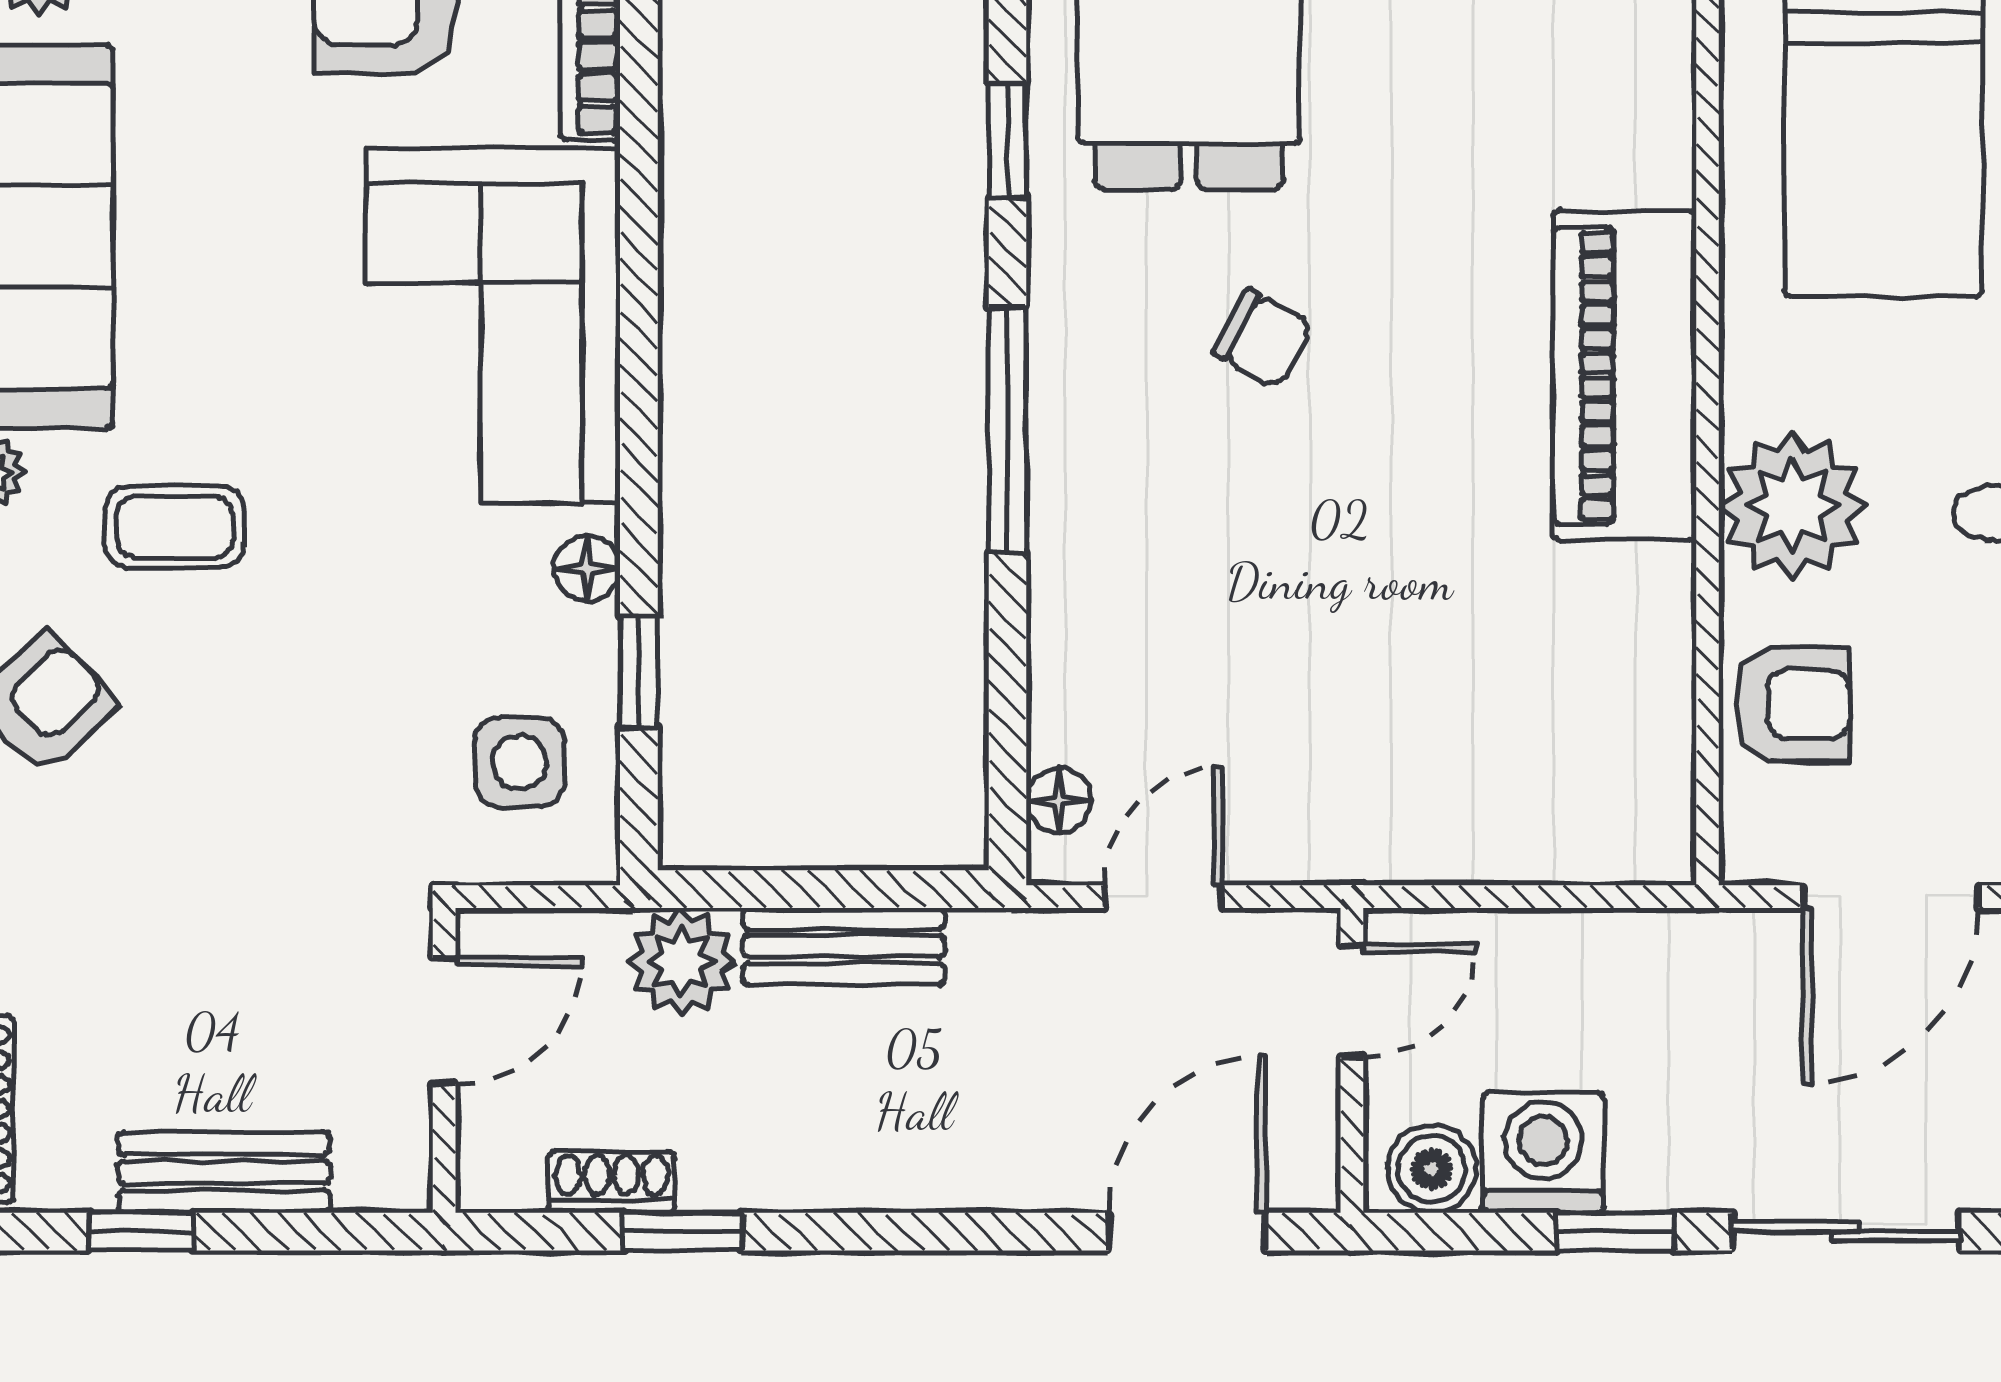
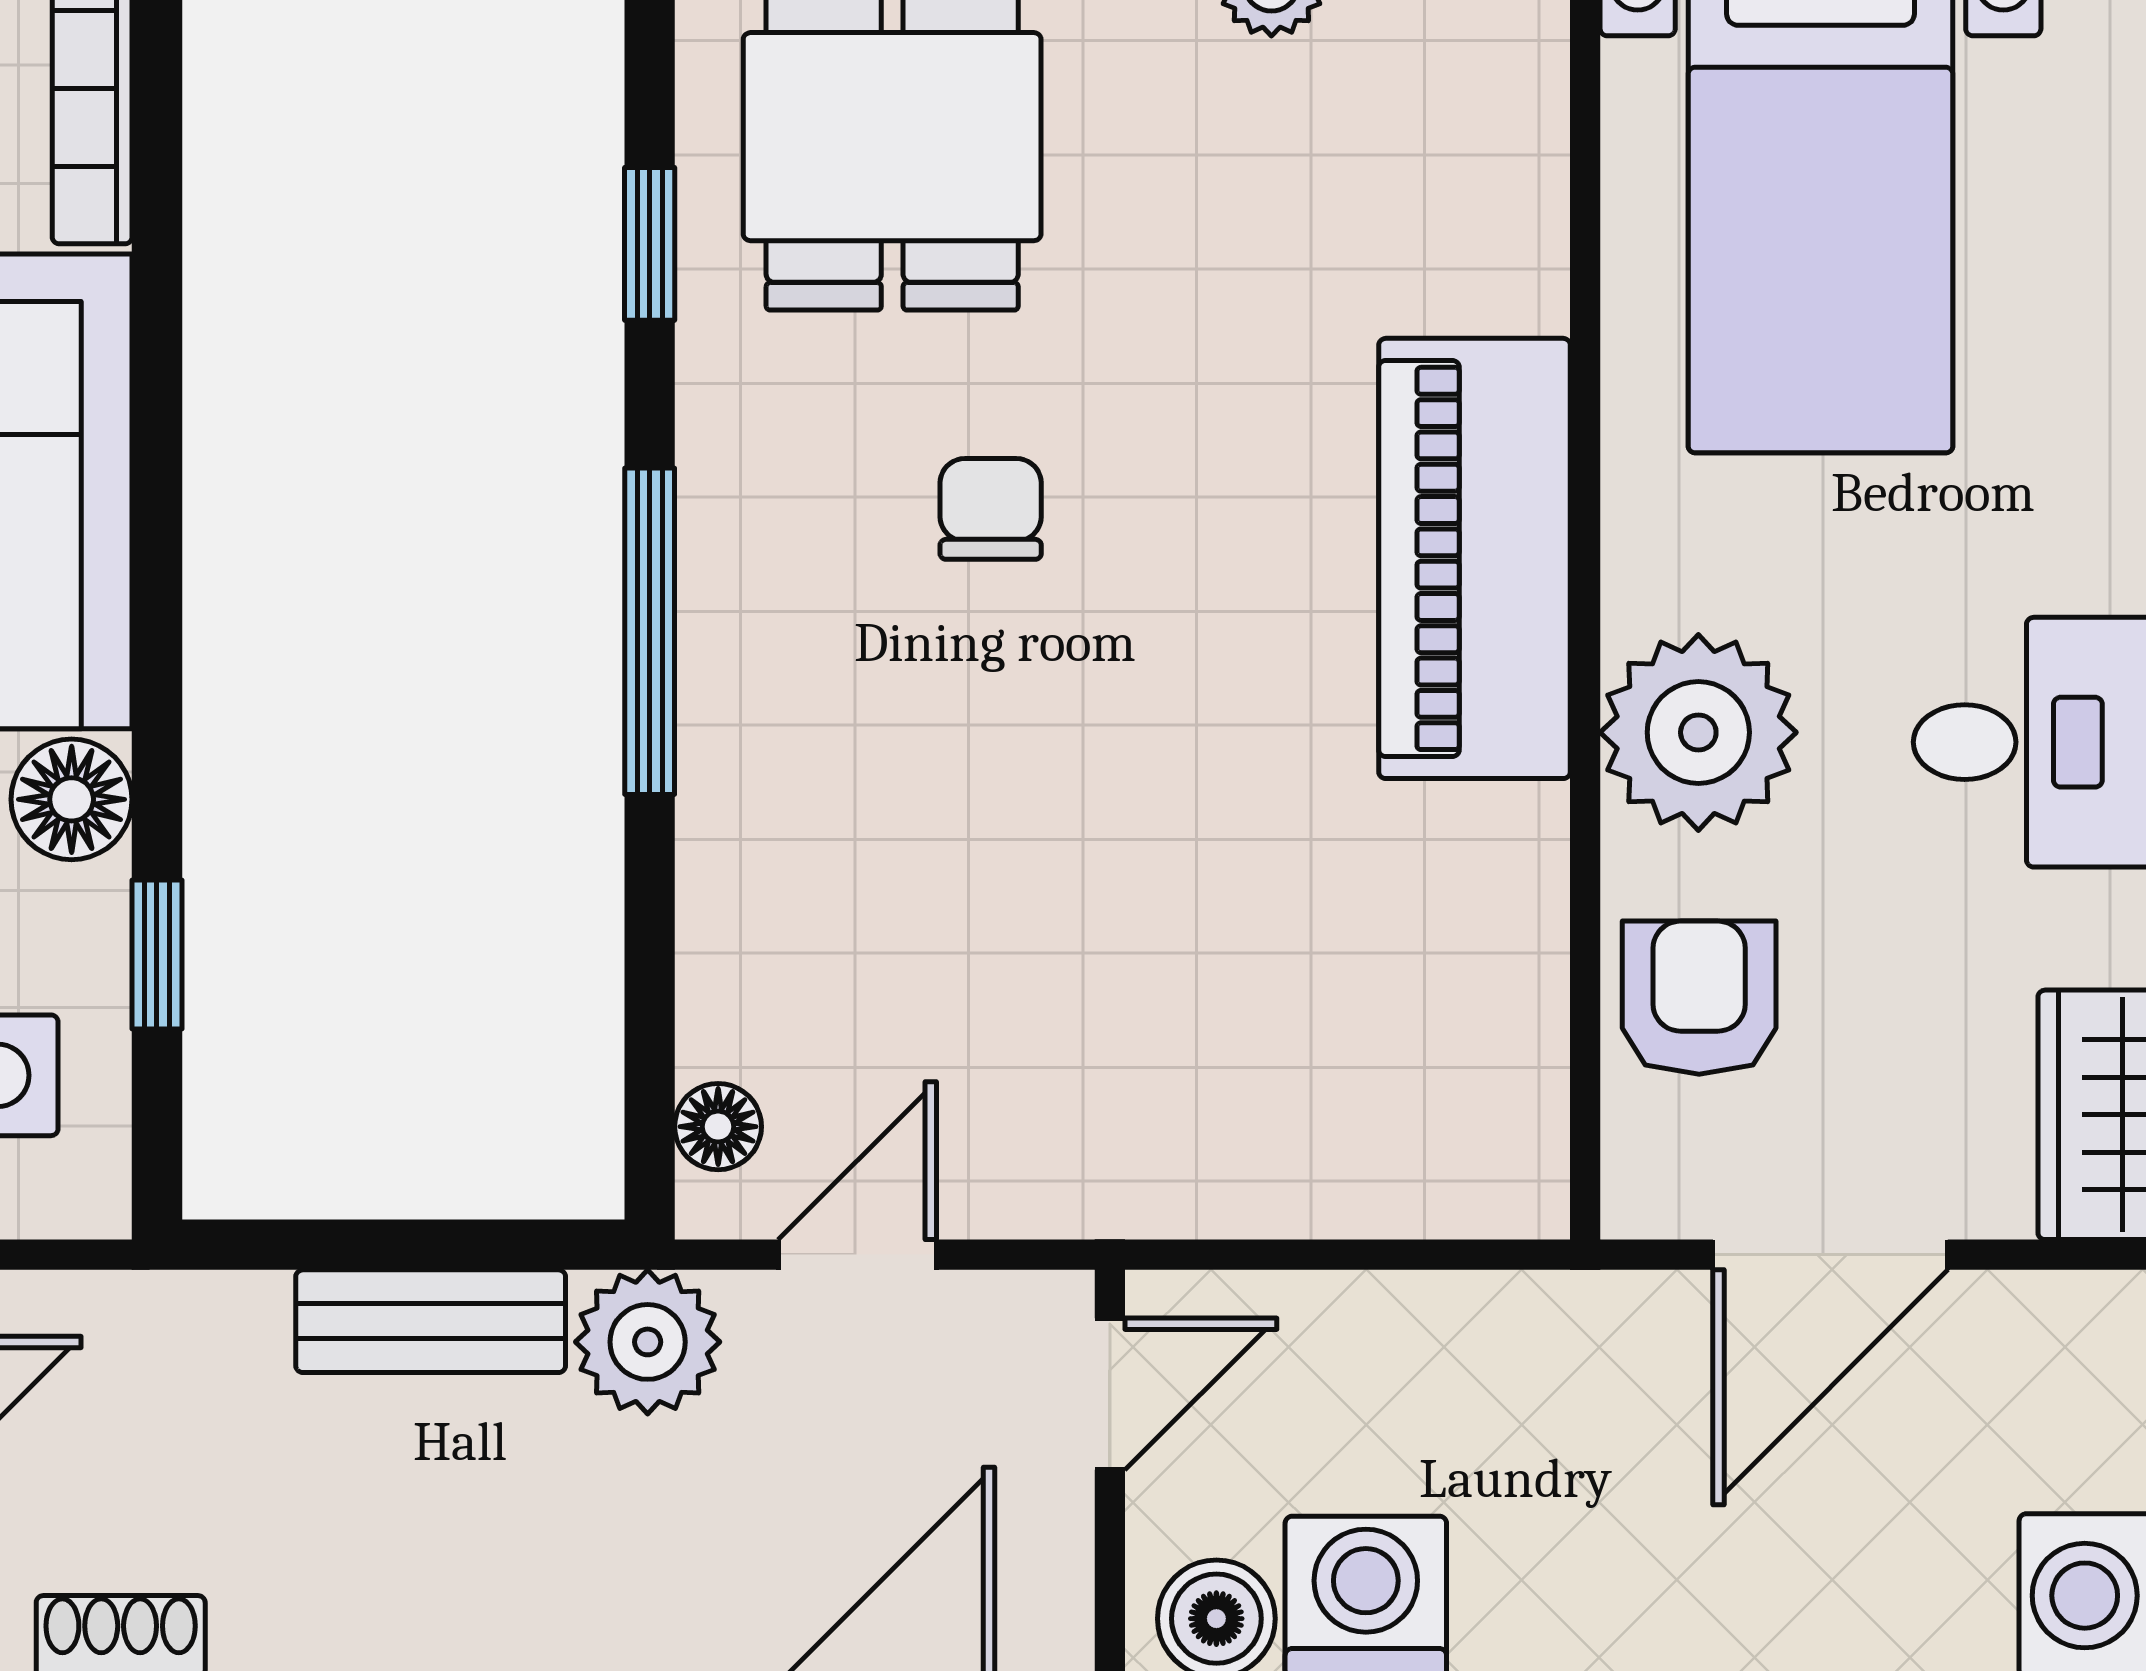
chair: (1263, 338) -> (991, 509), turned -119
floor lamp: (587, 568) -> (72, 799), width x1.37, depth x1.37
armchair: (1793, 704) -> (1699, 998), turned -90
plant: (681, 962) -> (648, 1342), moved

